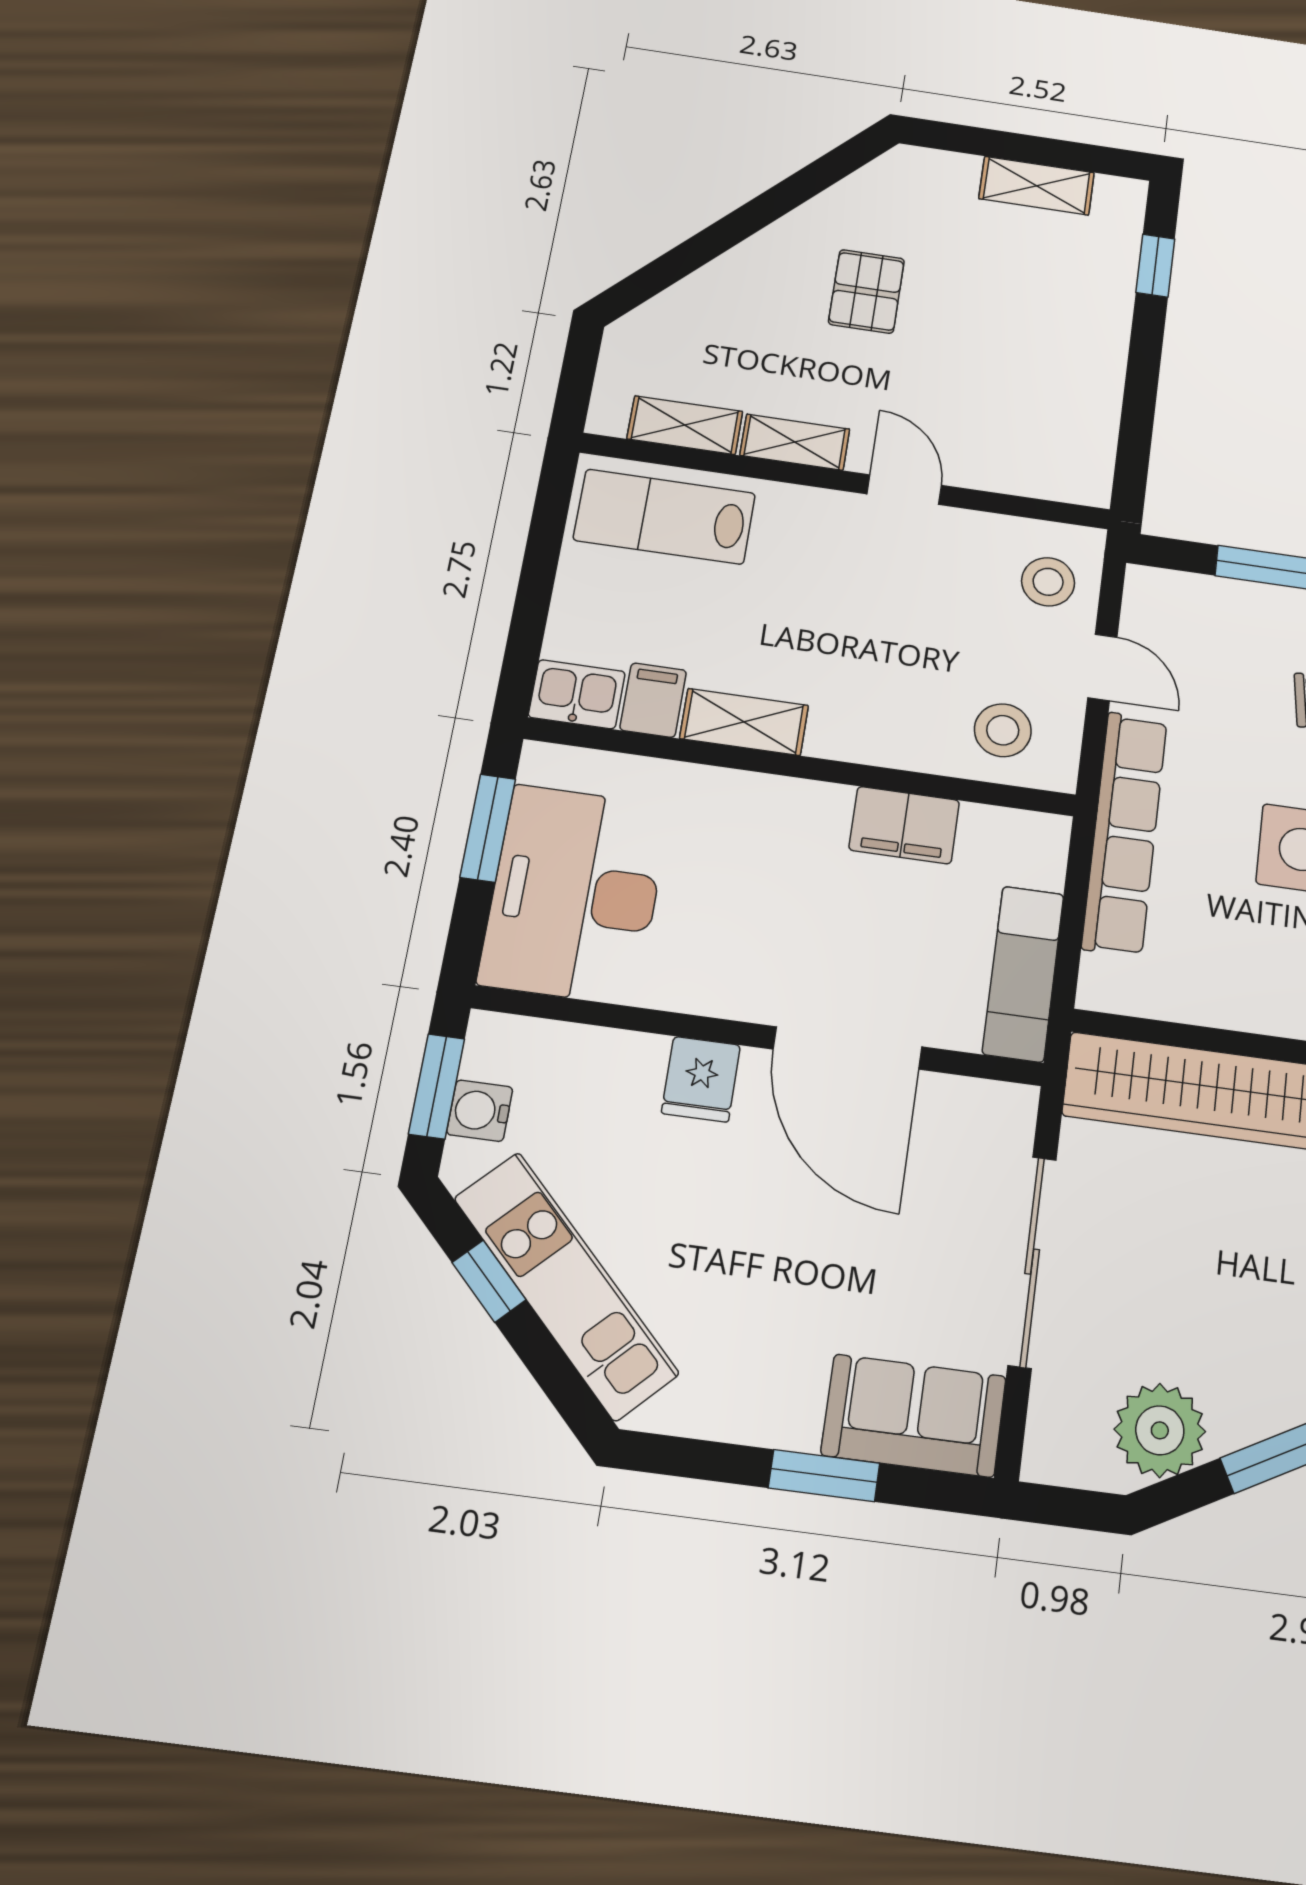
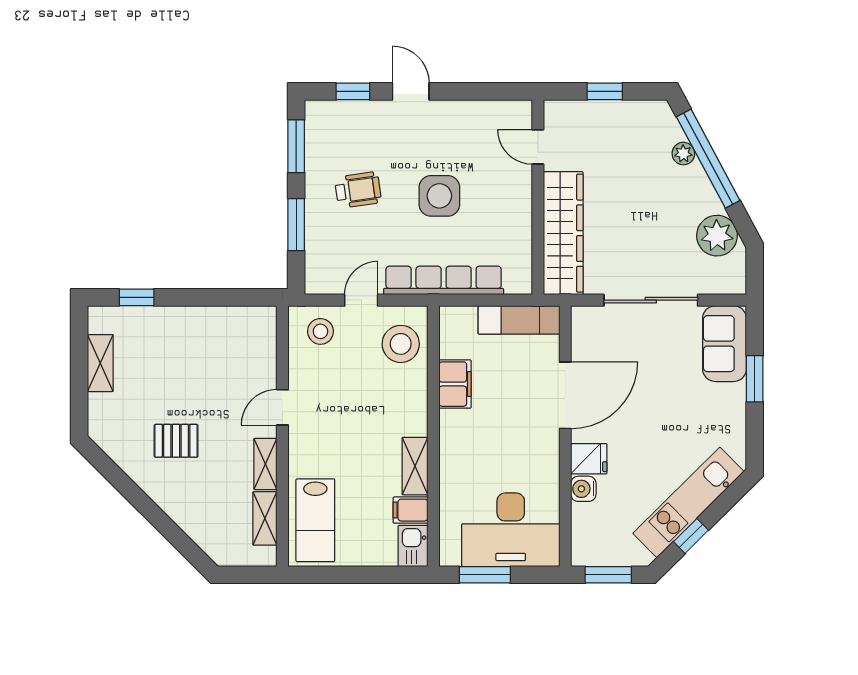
stool: (1003, 730) -> (401, 344), width x1.38, depth x1.38
water cooler: (480, 1111) -> (583, 489), moved, turned 90

